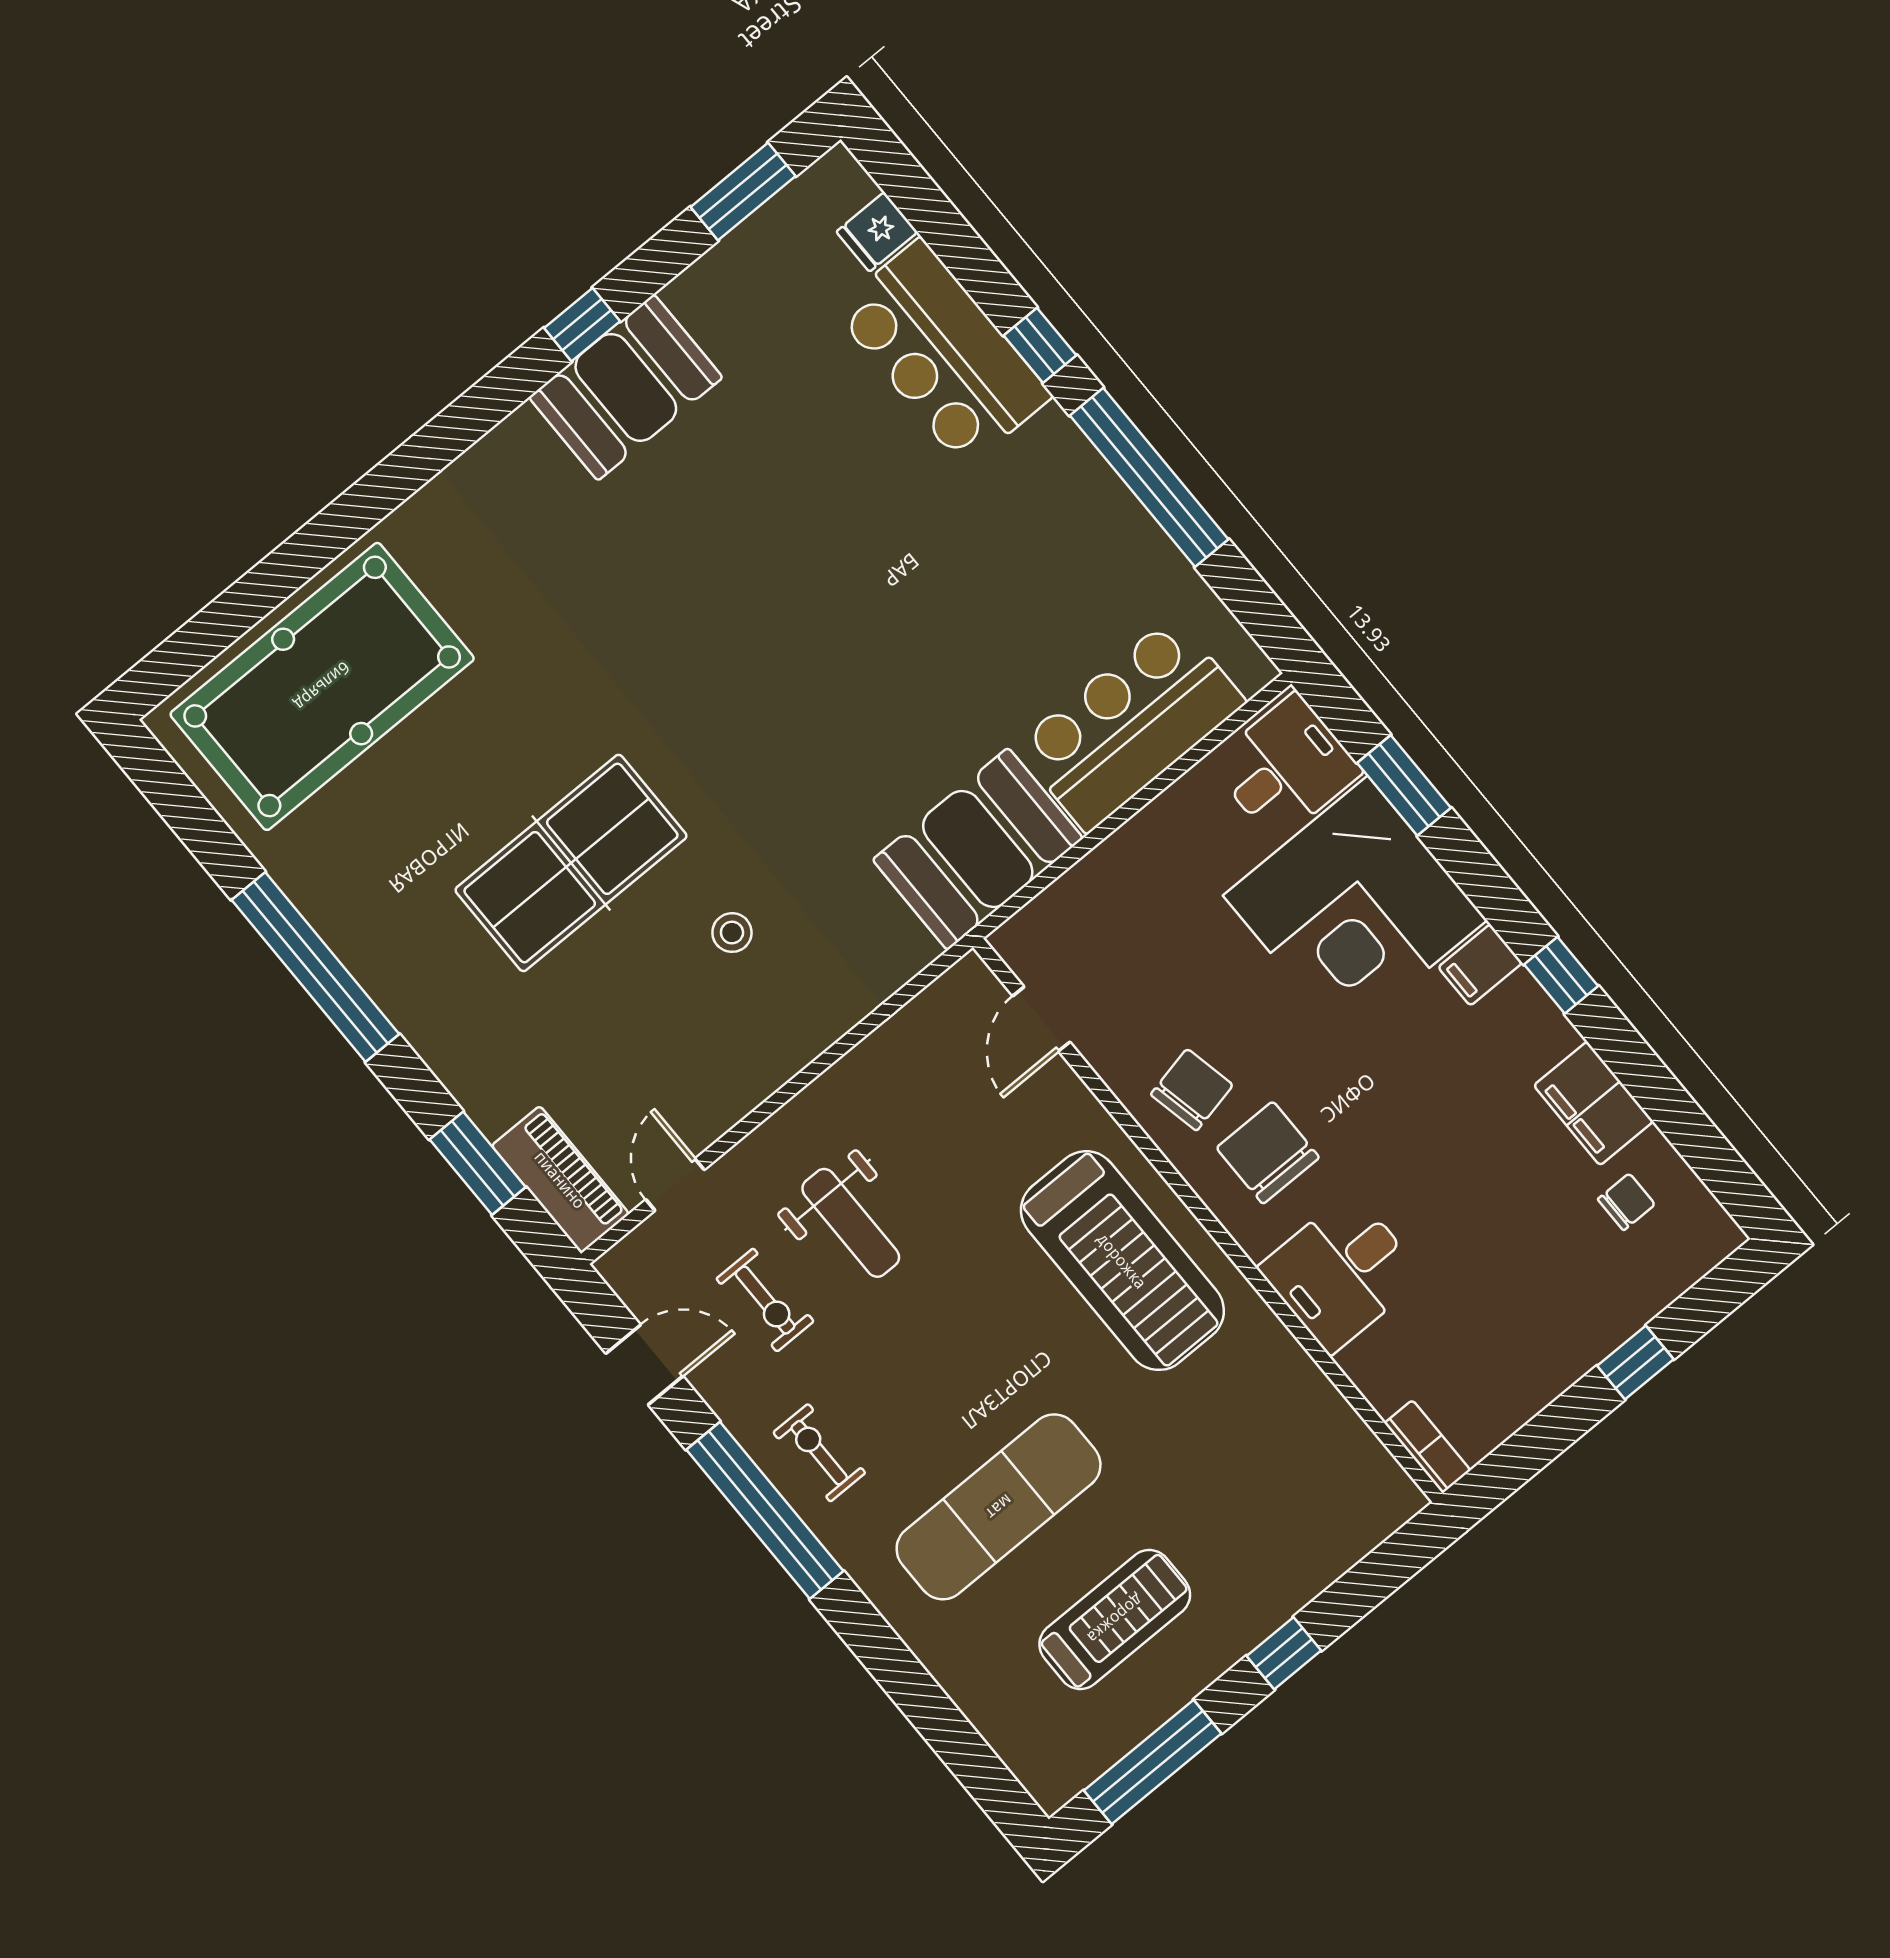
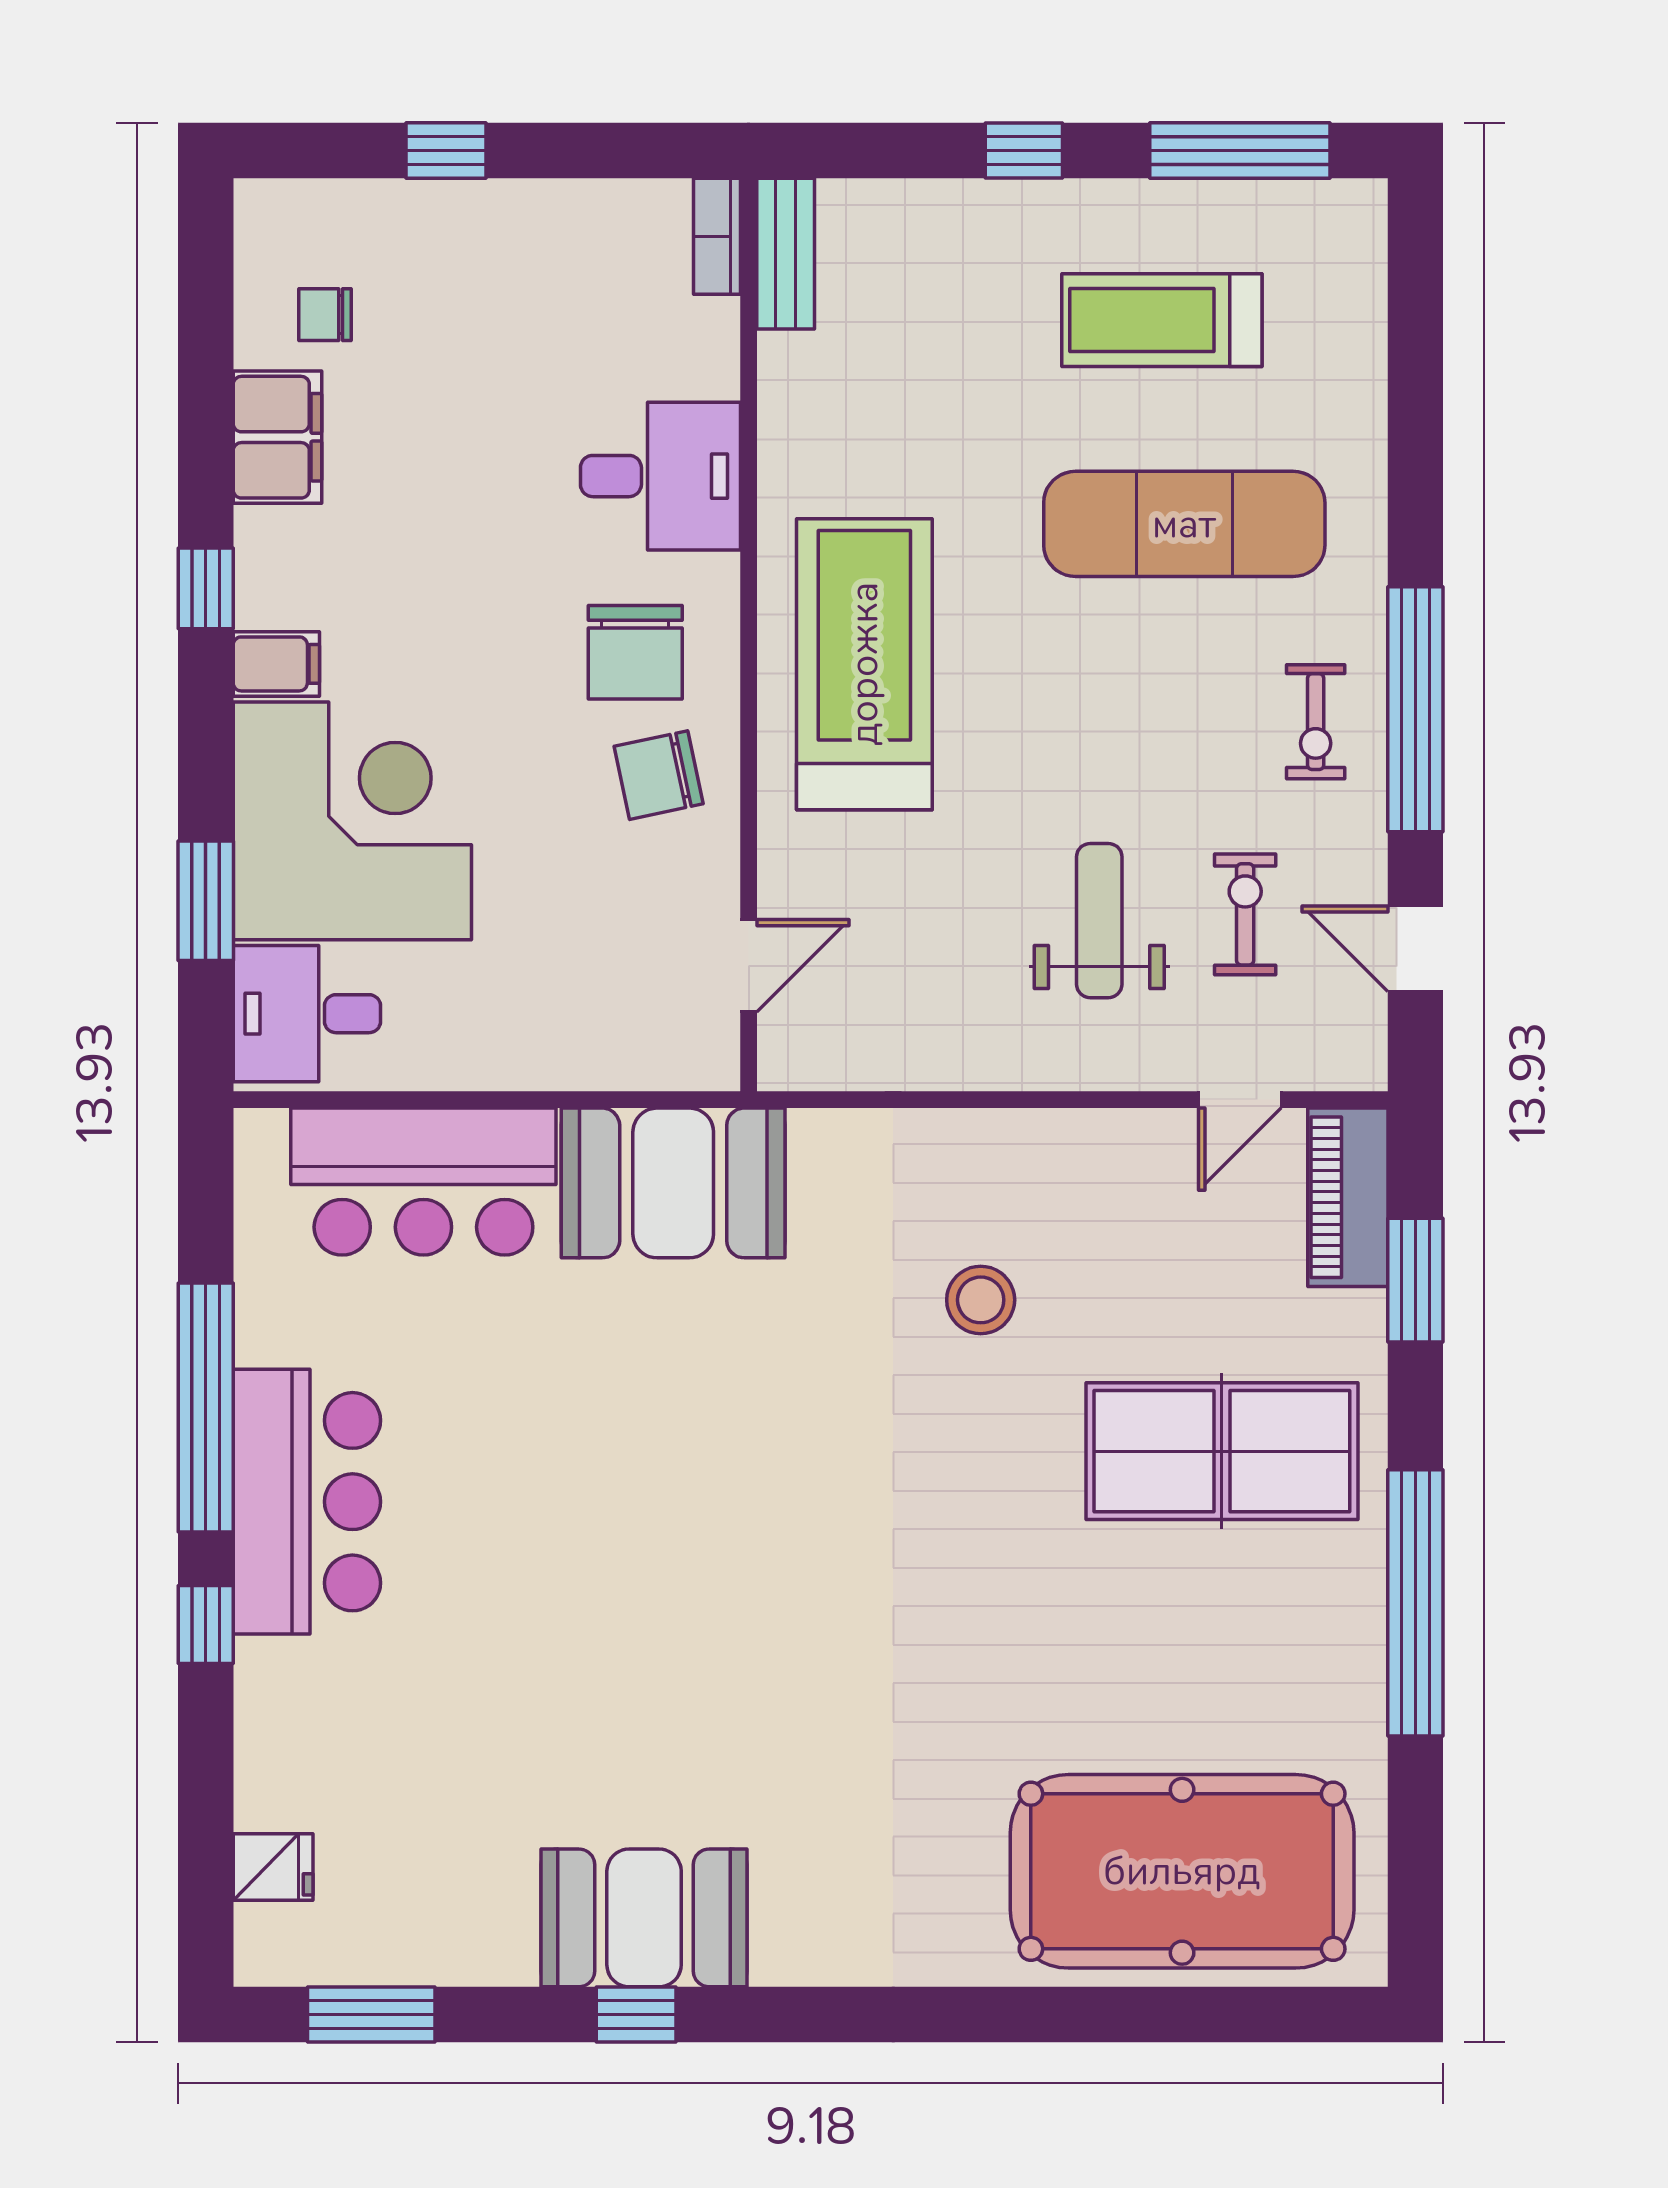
bar counter: (943, 353) -> (307, 1502), moved
table tennis table: (571, 863) -> (1222, 1451), moved
stool: (732, 933) -> (981, 1300), width x1.37, depth x1.37
bench: (1377, 1471) -> (786, 254), added

